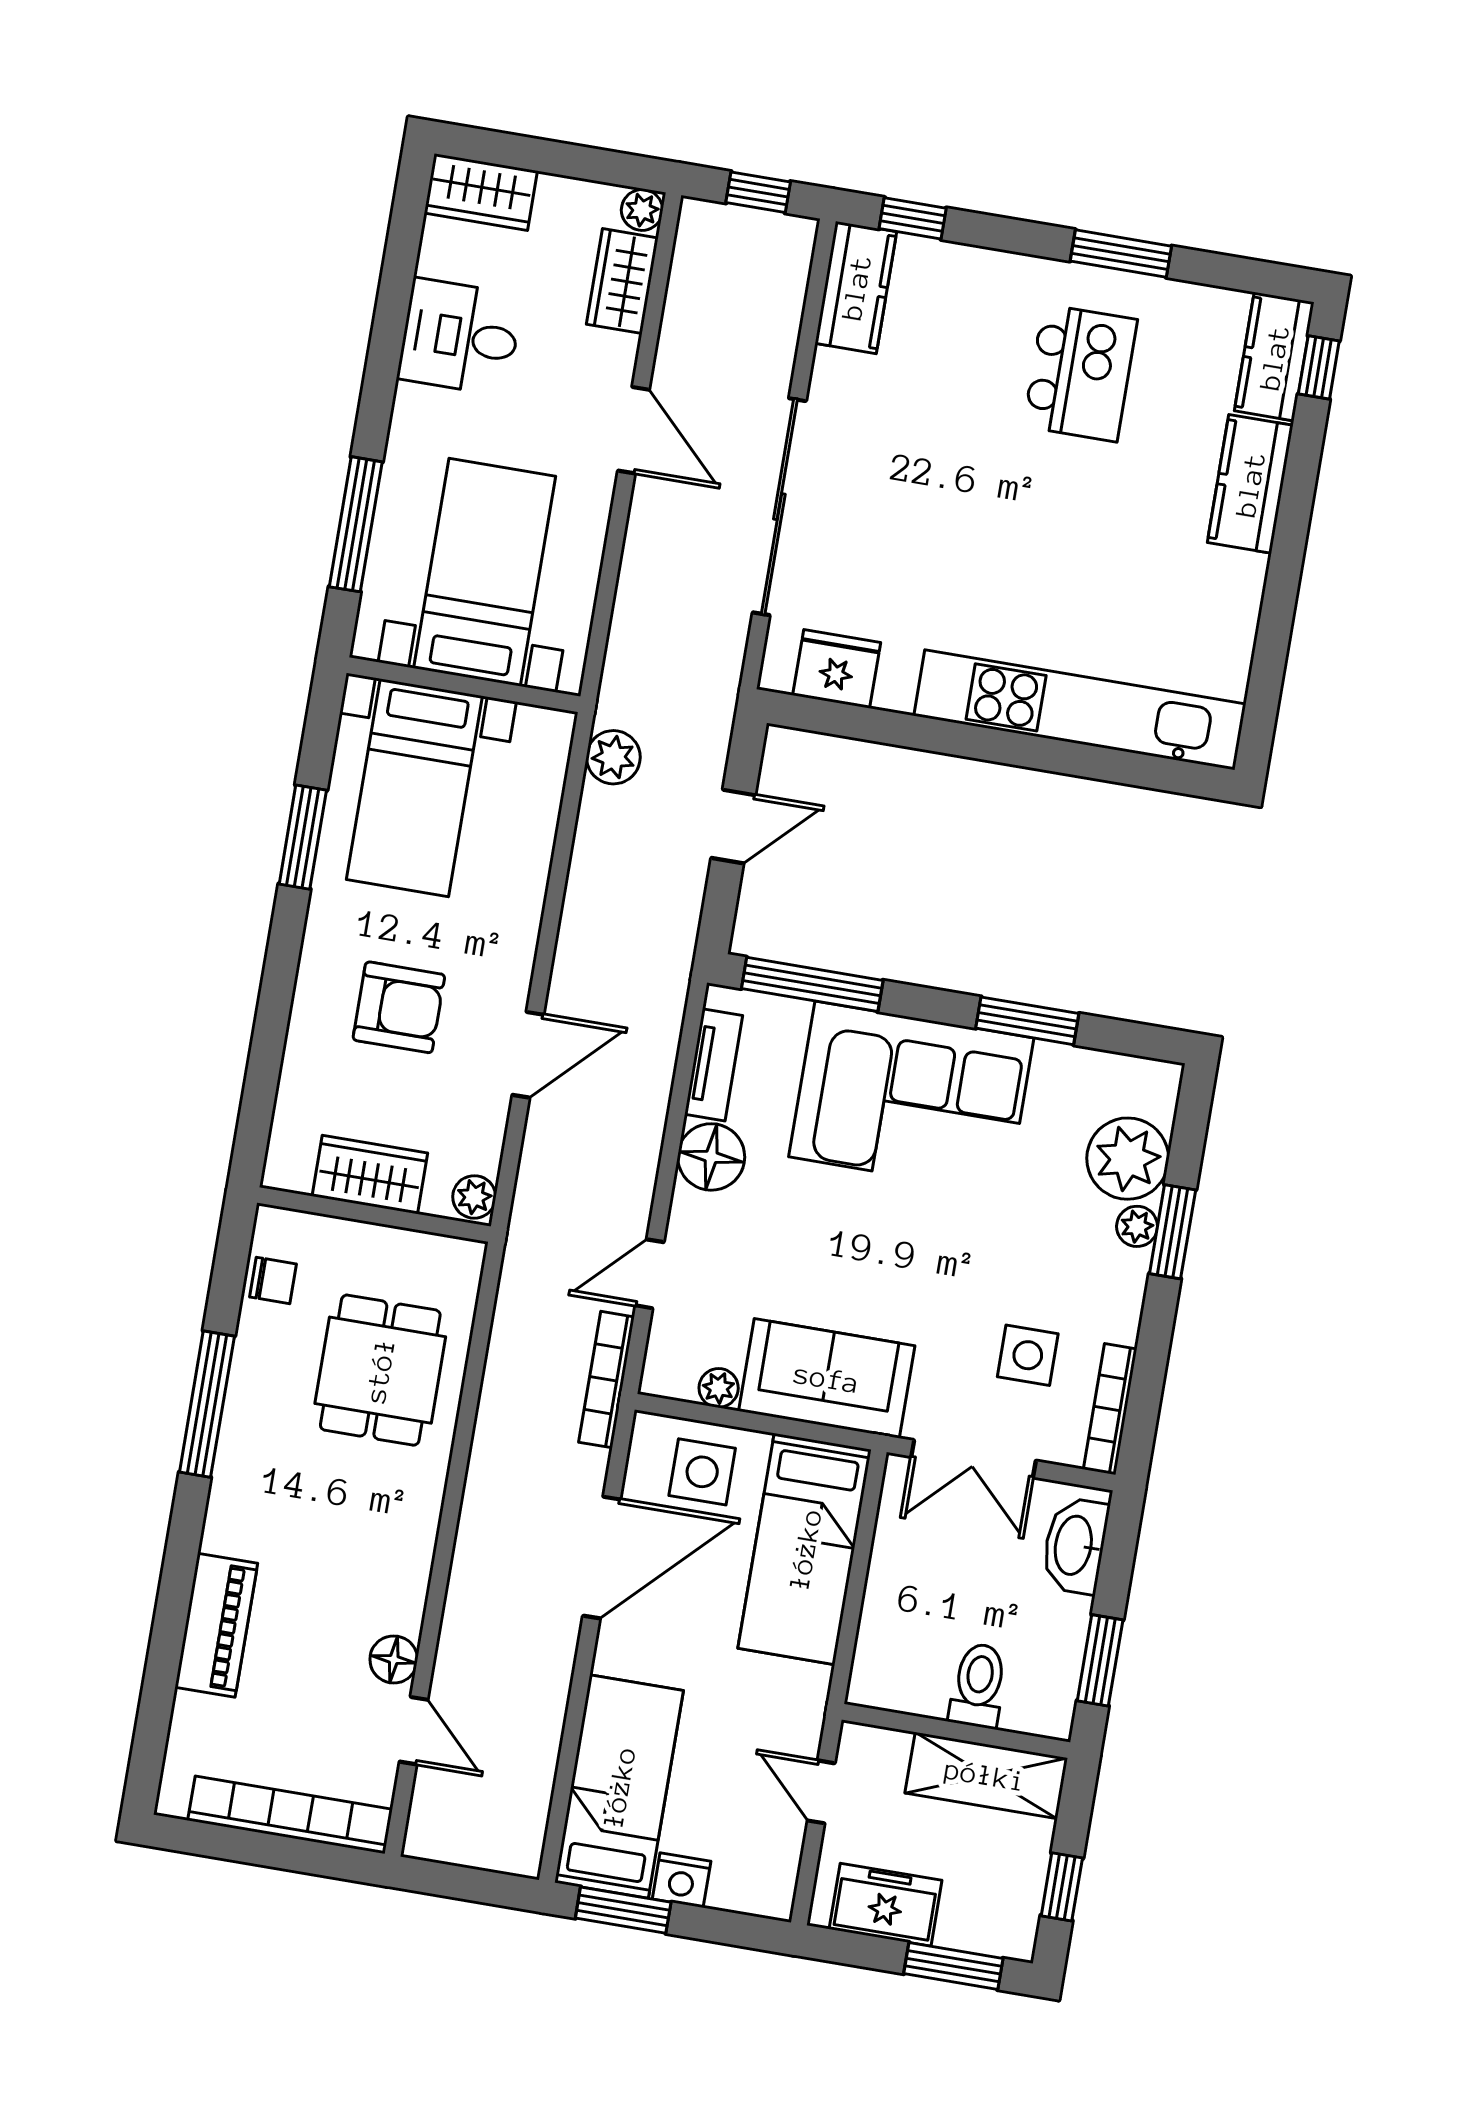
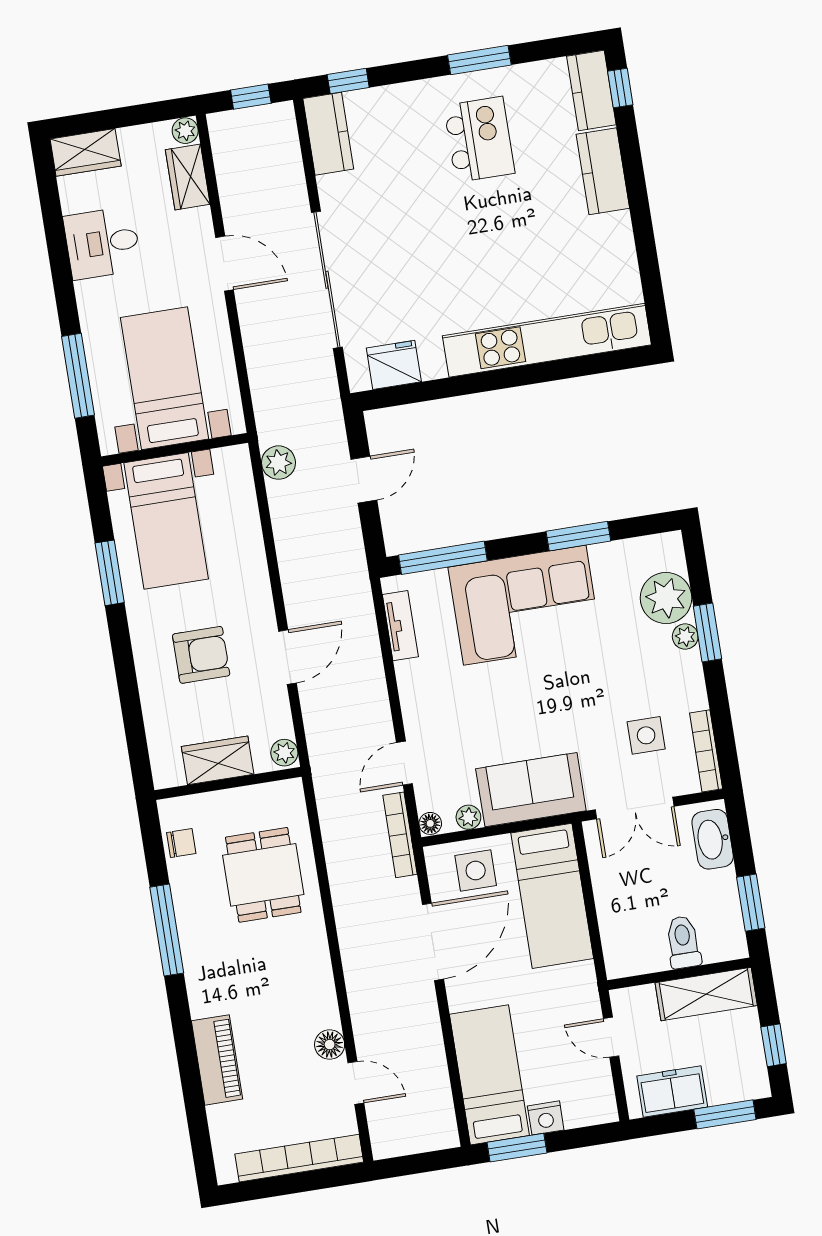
floor lamp: (711, 1157) -> (430, 823), moved, width x0.53, depth x0.53

